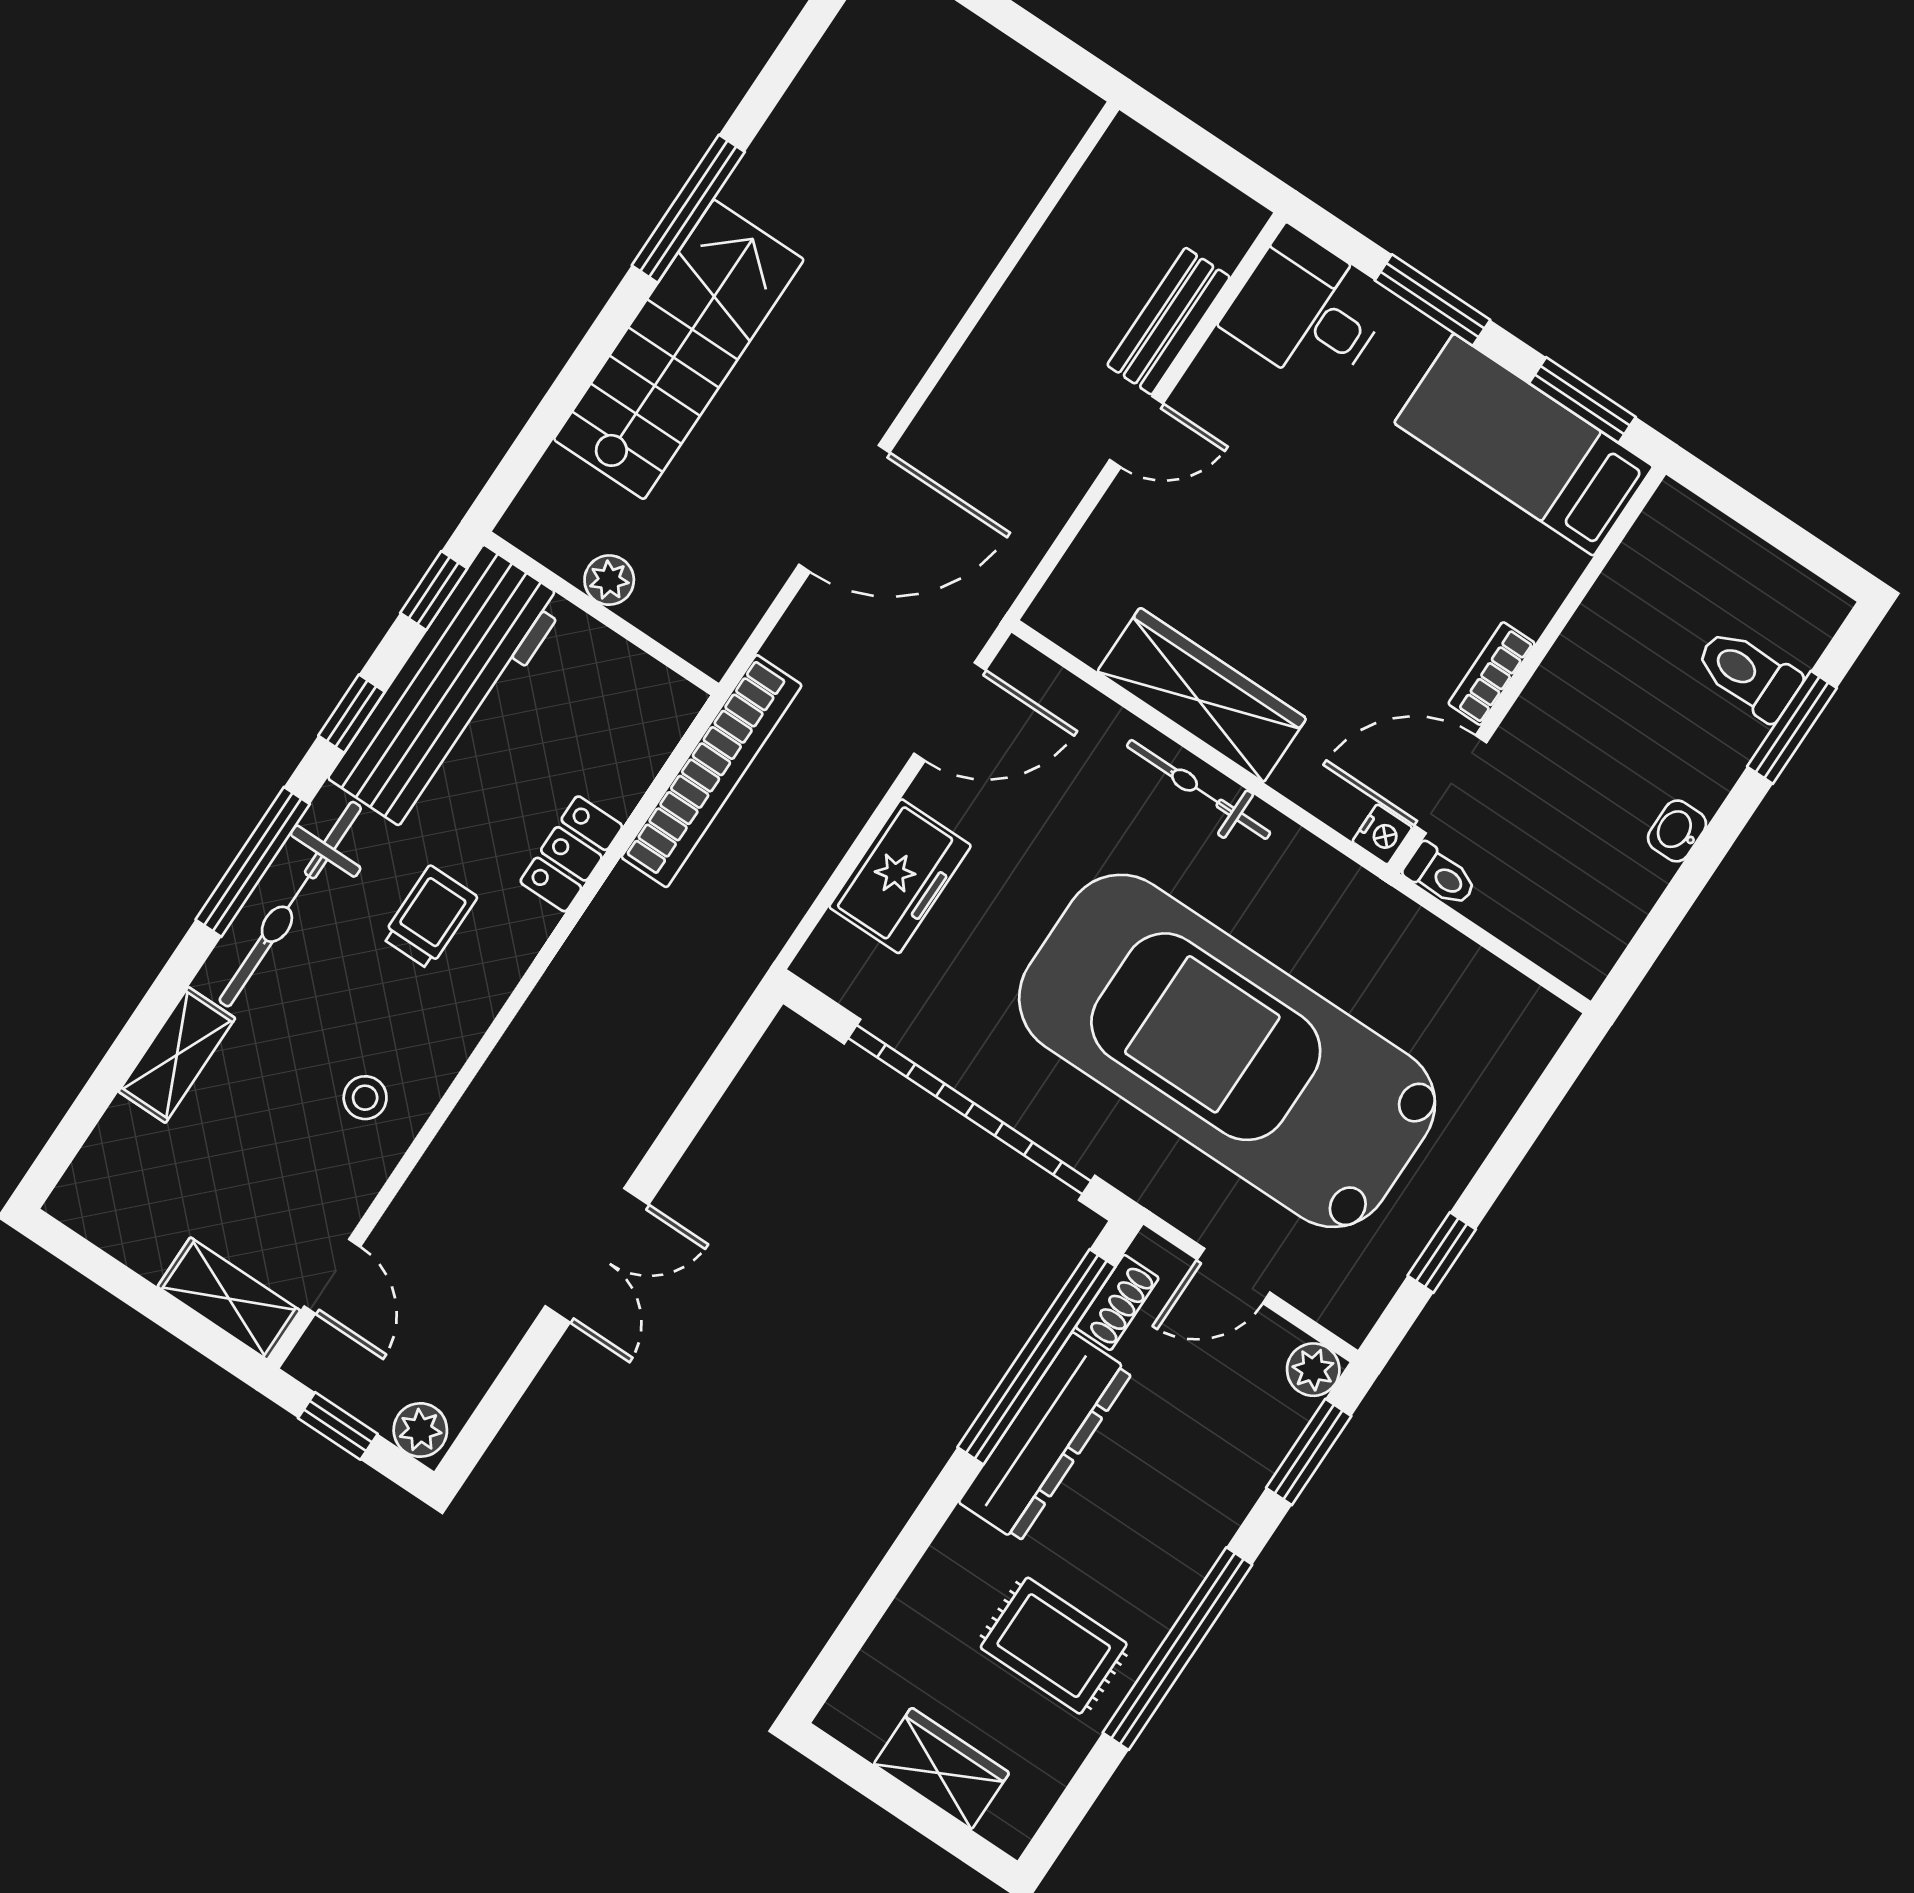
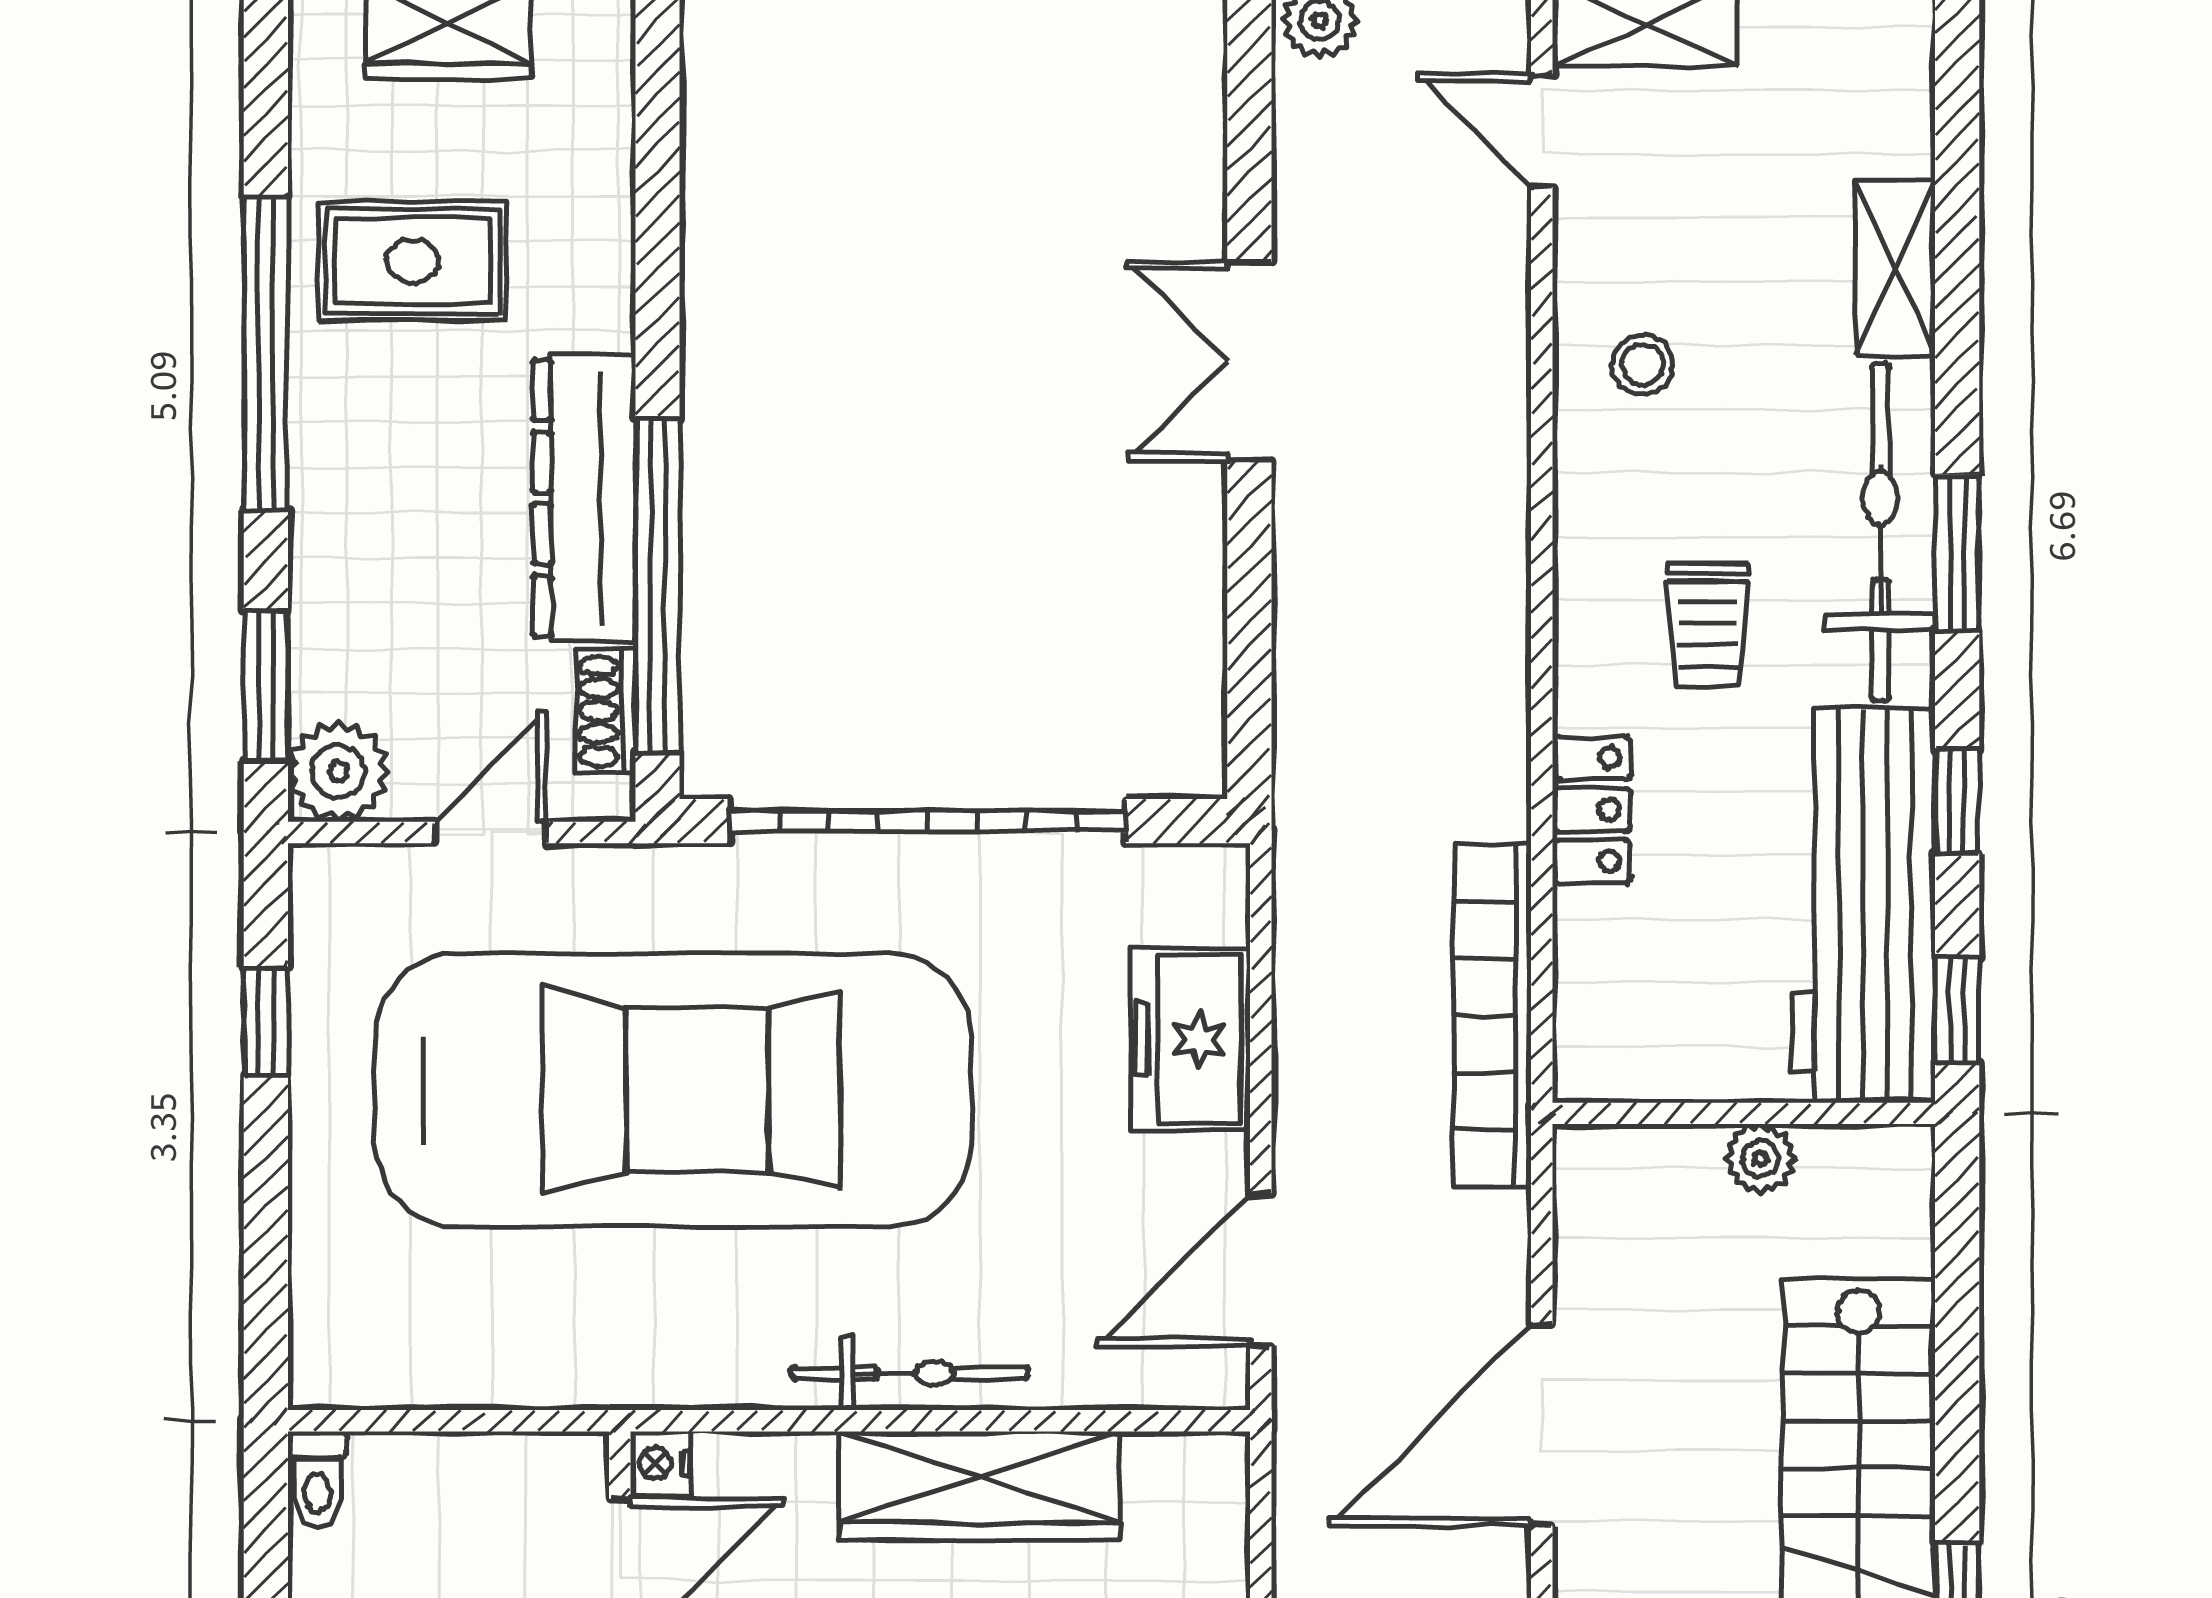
window: (253, 862) -> (1957, 552), width x0.69
toilet: (1440, 875) -> (317, 1480), moved, turned -90
plant: (1313, 1370) -> (338, 771), width x1.38, depth x1.38

